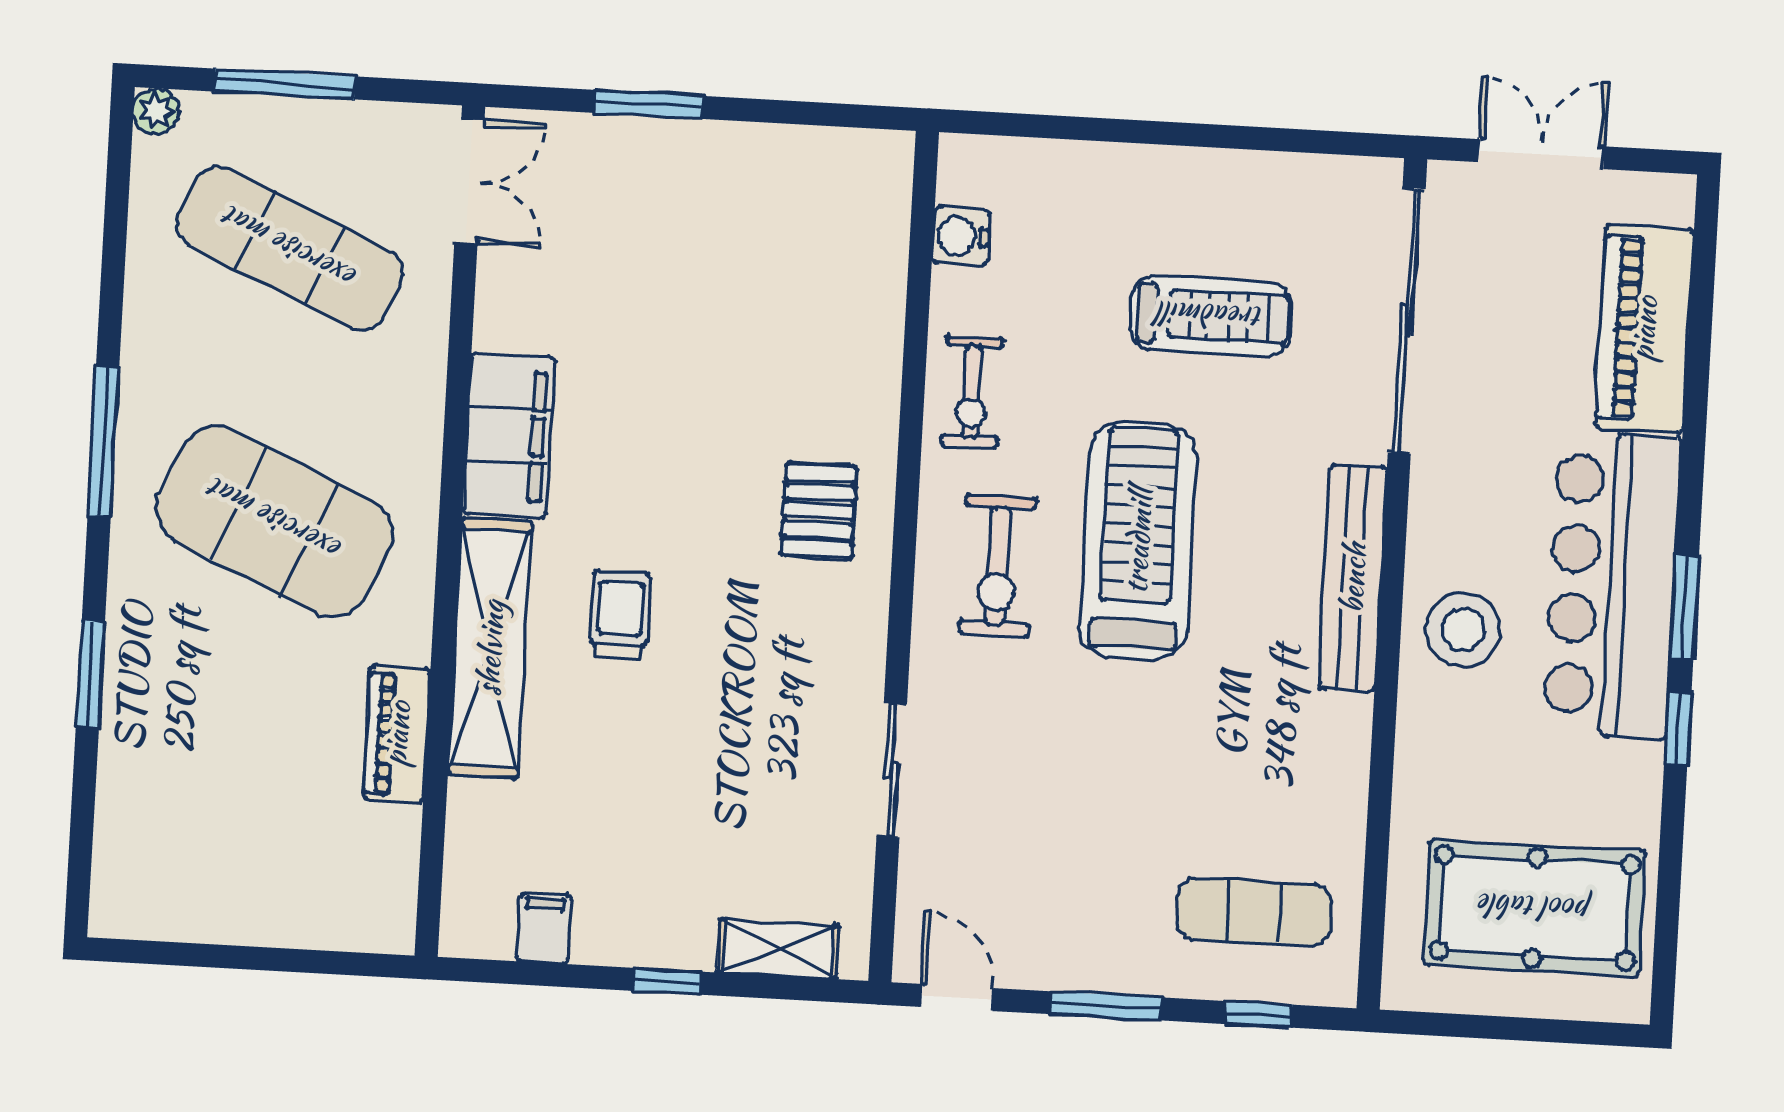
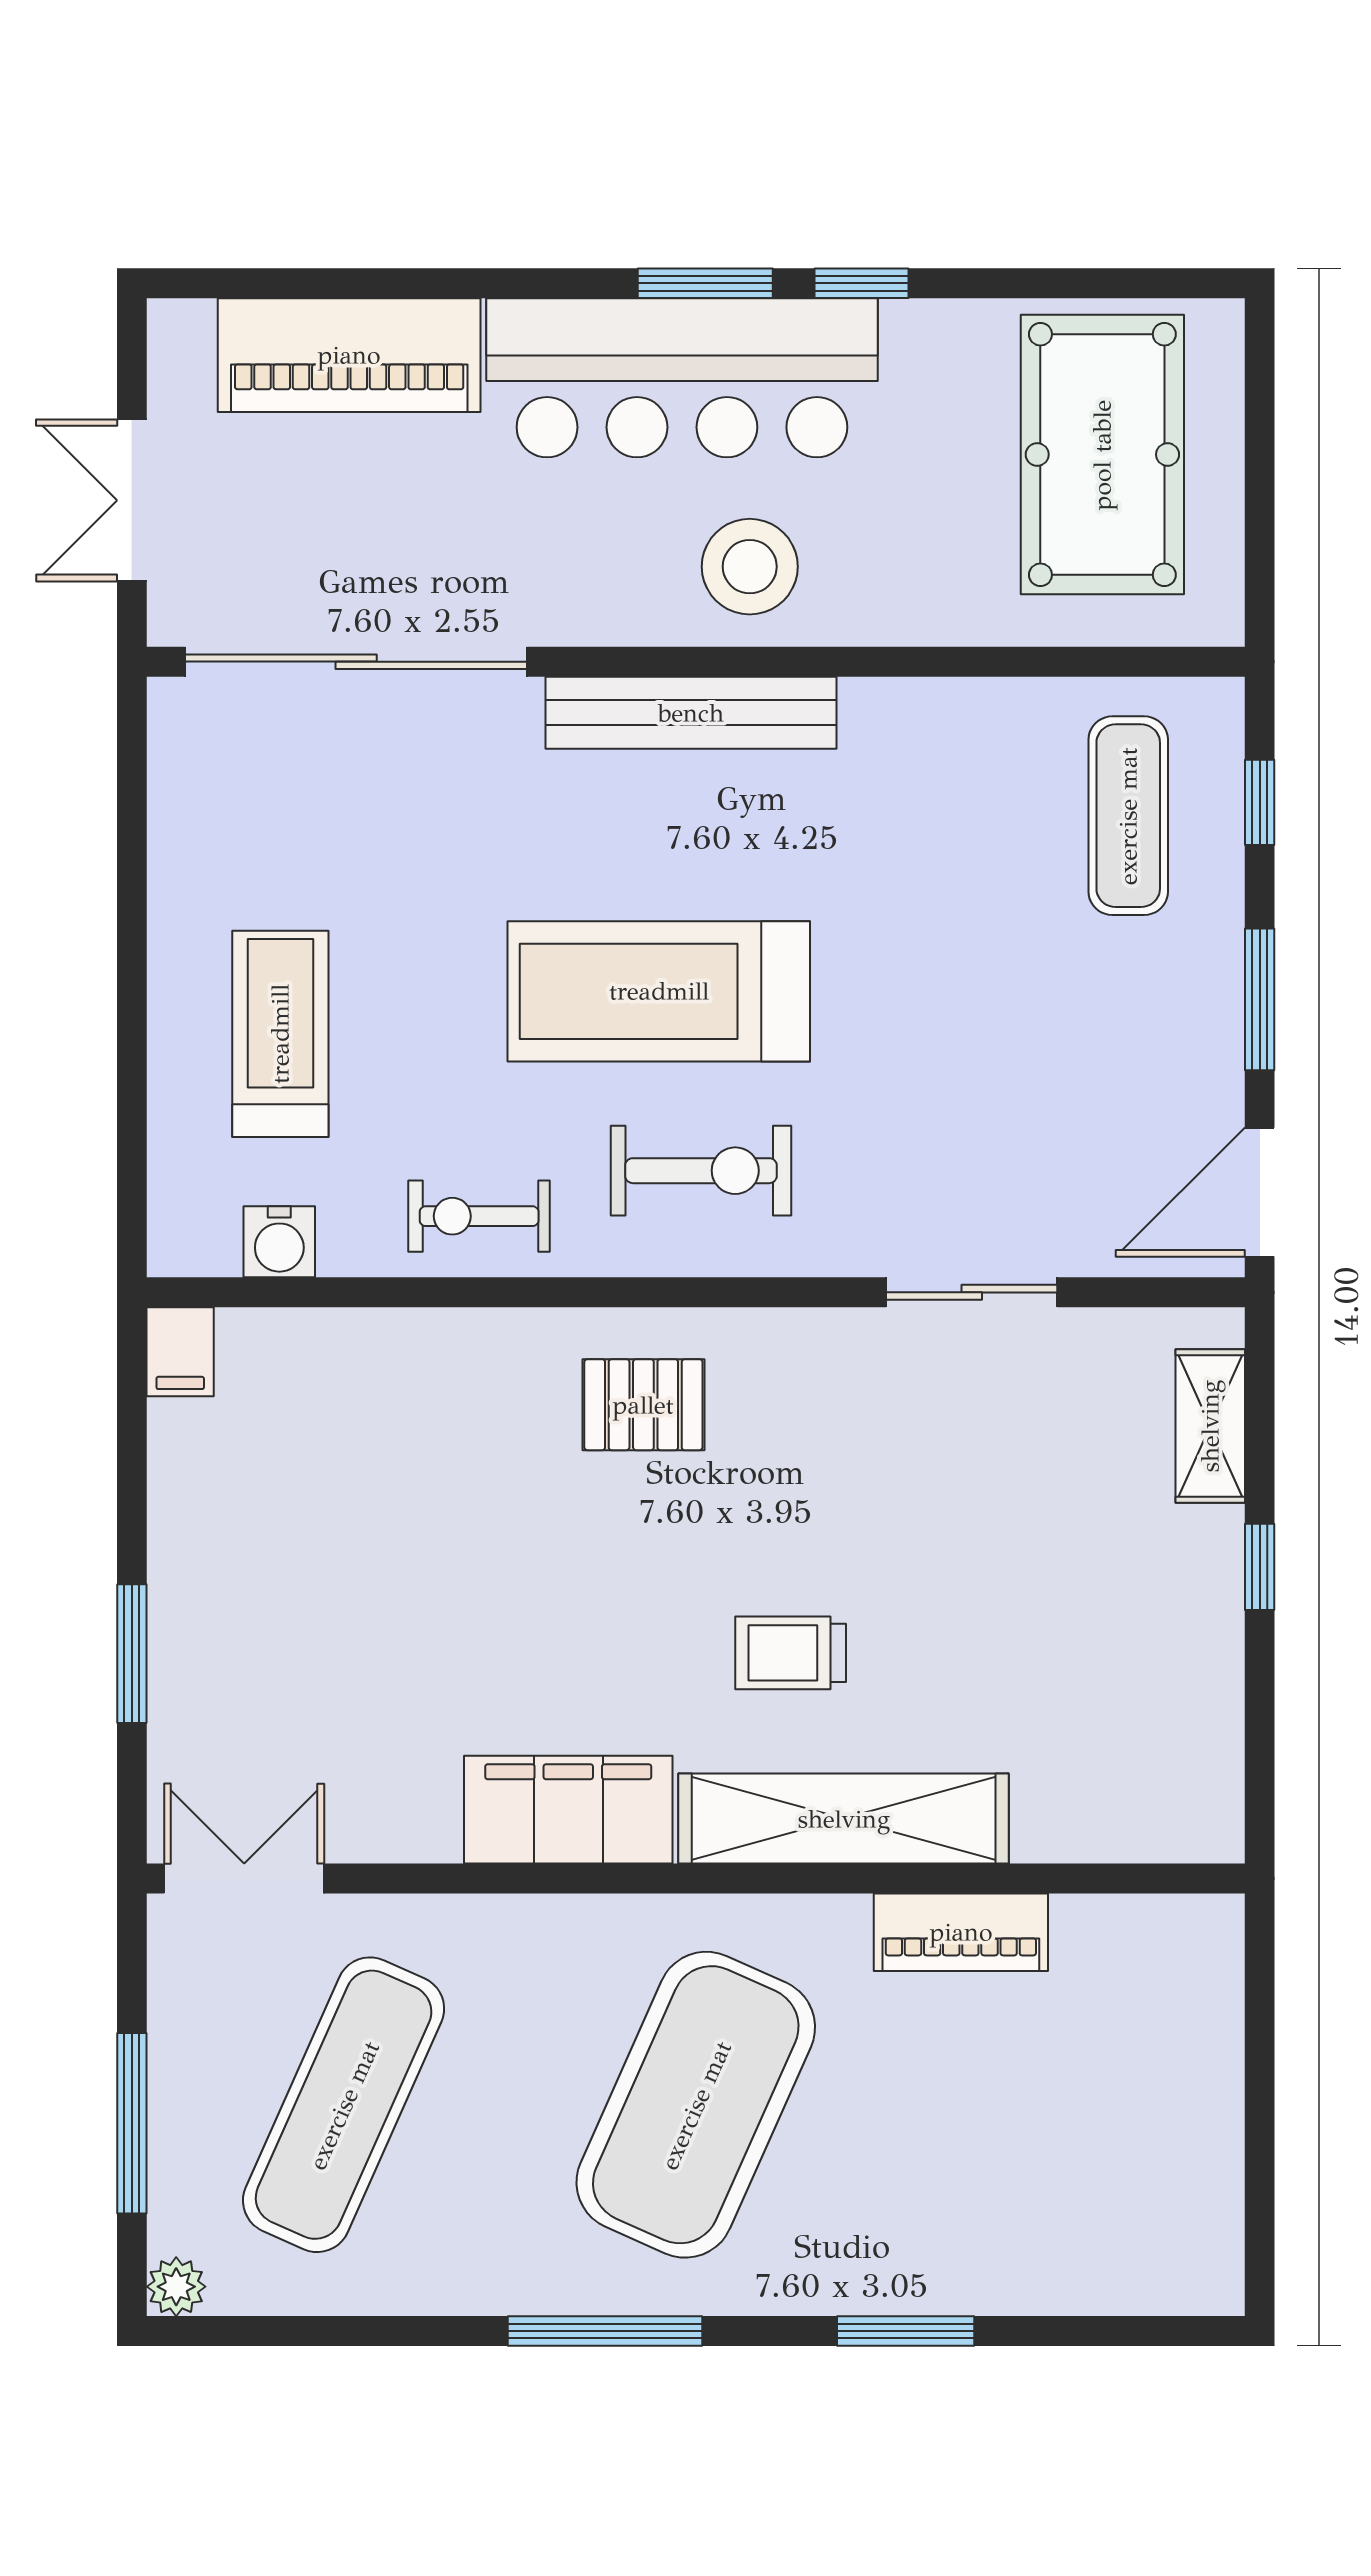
treadmill: (1211, 316) -> (280, 1034), moved
exercise bike: (972, 392) -> (479, 1216), turned 180
filing cabinet: (544, 928) -> (180, 1352), moved, turned -90
door: (957, 997) -> (1260, 1192), width x1.38

